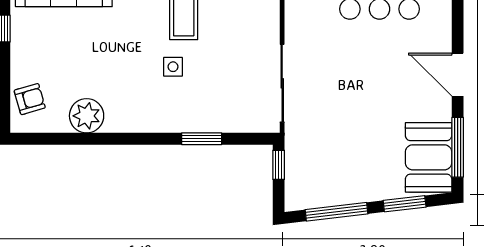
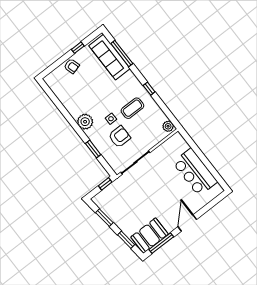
armchair: (216, 76) -> (119, 137), added
armchair: (30, 99) -> (72, 66), moved
plant: (87, 116) -> (85, 122), moved
window: (337, 212) -> (104, 218), width x0.69

